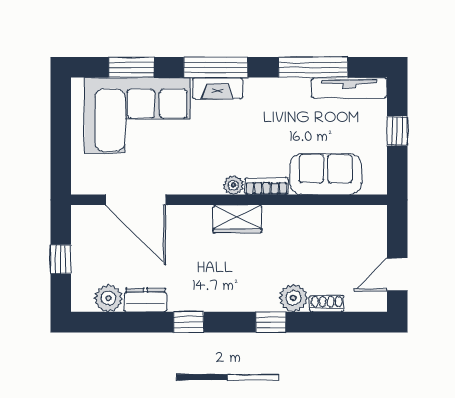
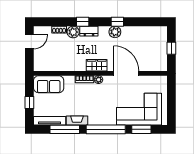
window: (216, 67) -> (106, 129), width x1.46
fireplace: (218, 88) -> (77, 121), moved
sofa: (326, 174) -> (49, 84), moved
door: (136, 200) -> (126, 73), moved
plant: (108, 298) -> (115, 32), moved
dresser: (146, 300) -> (89, 31), moved

